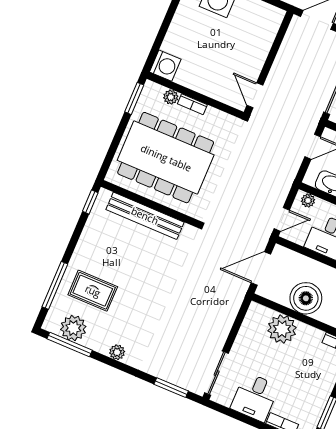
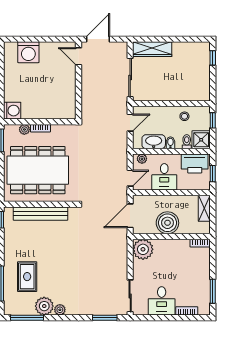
door: (255, 95) -> (79, 56), moved
rug: (93, 291) -> (27, 277), turned 90
plant: (73, 328) -> (44, 306), moved
plant: (282, 329) -> (143, 249), moved

